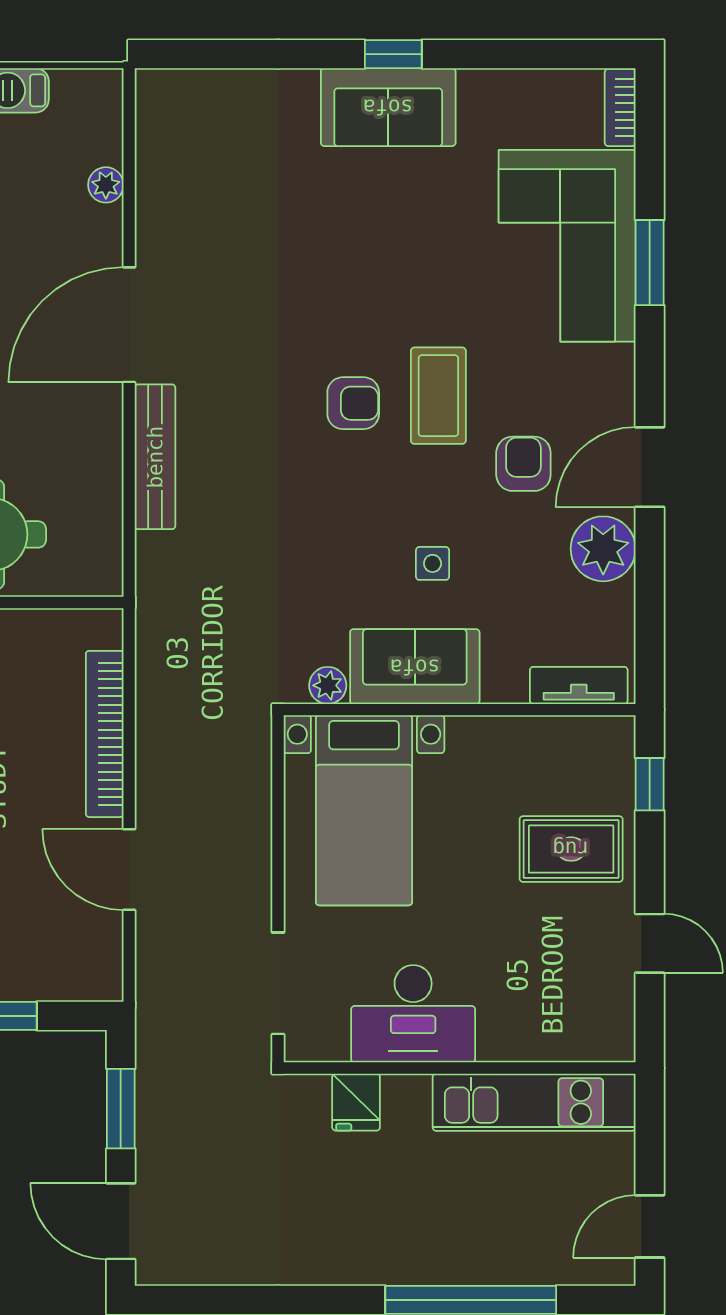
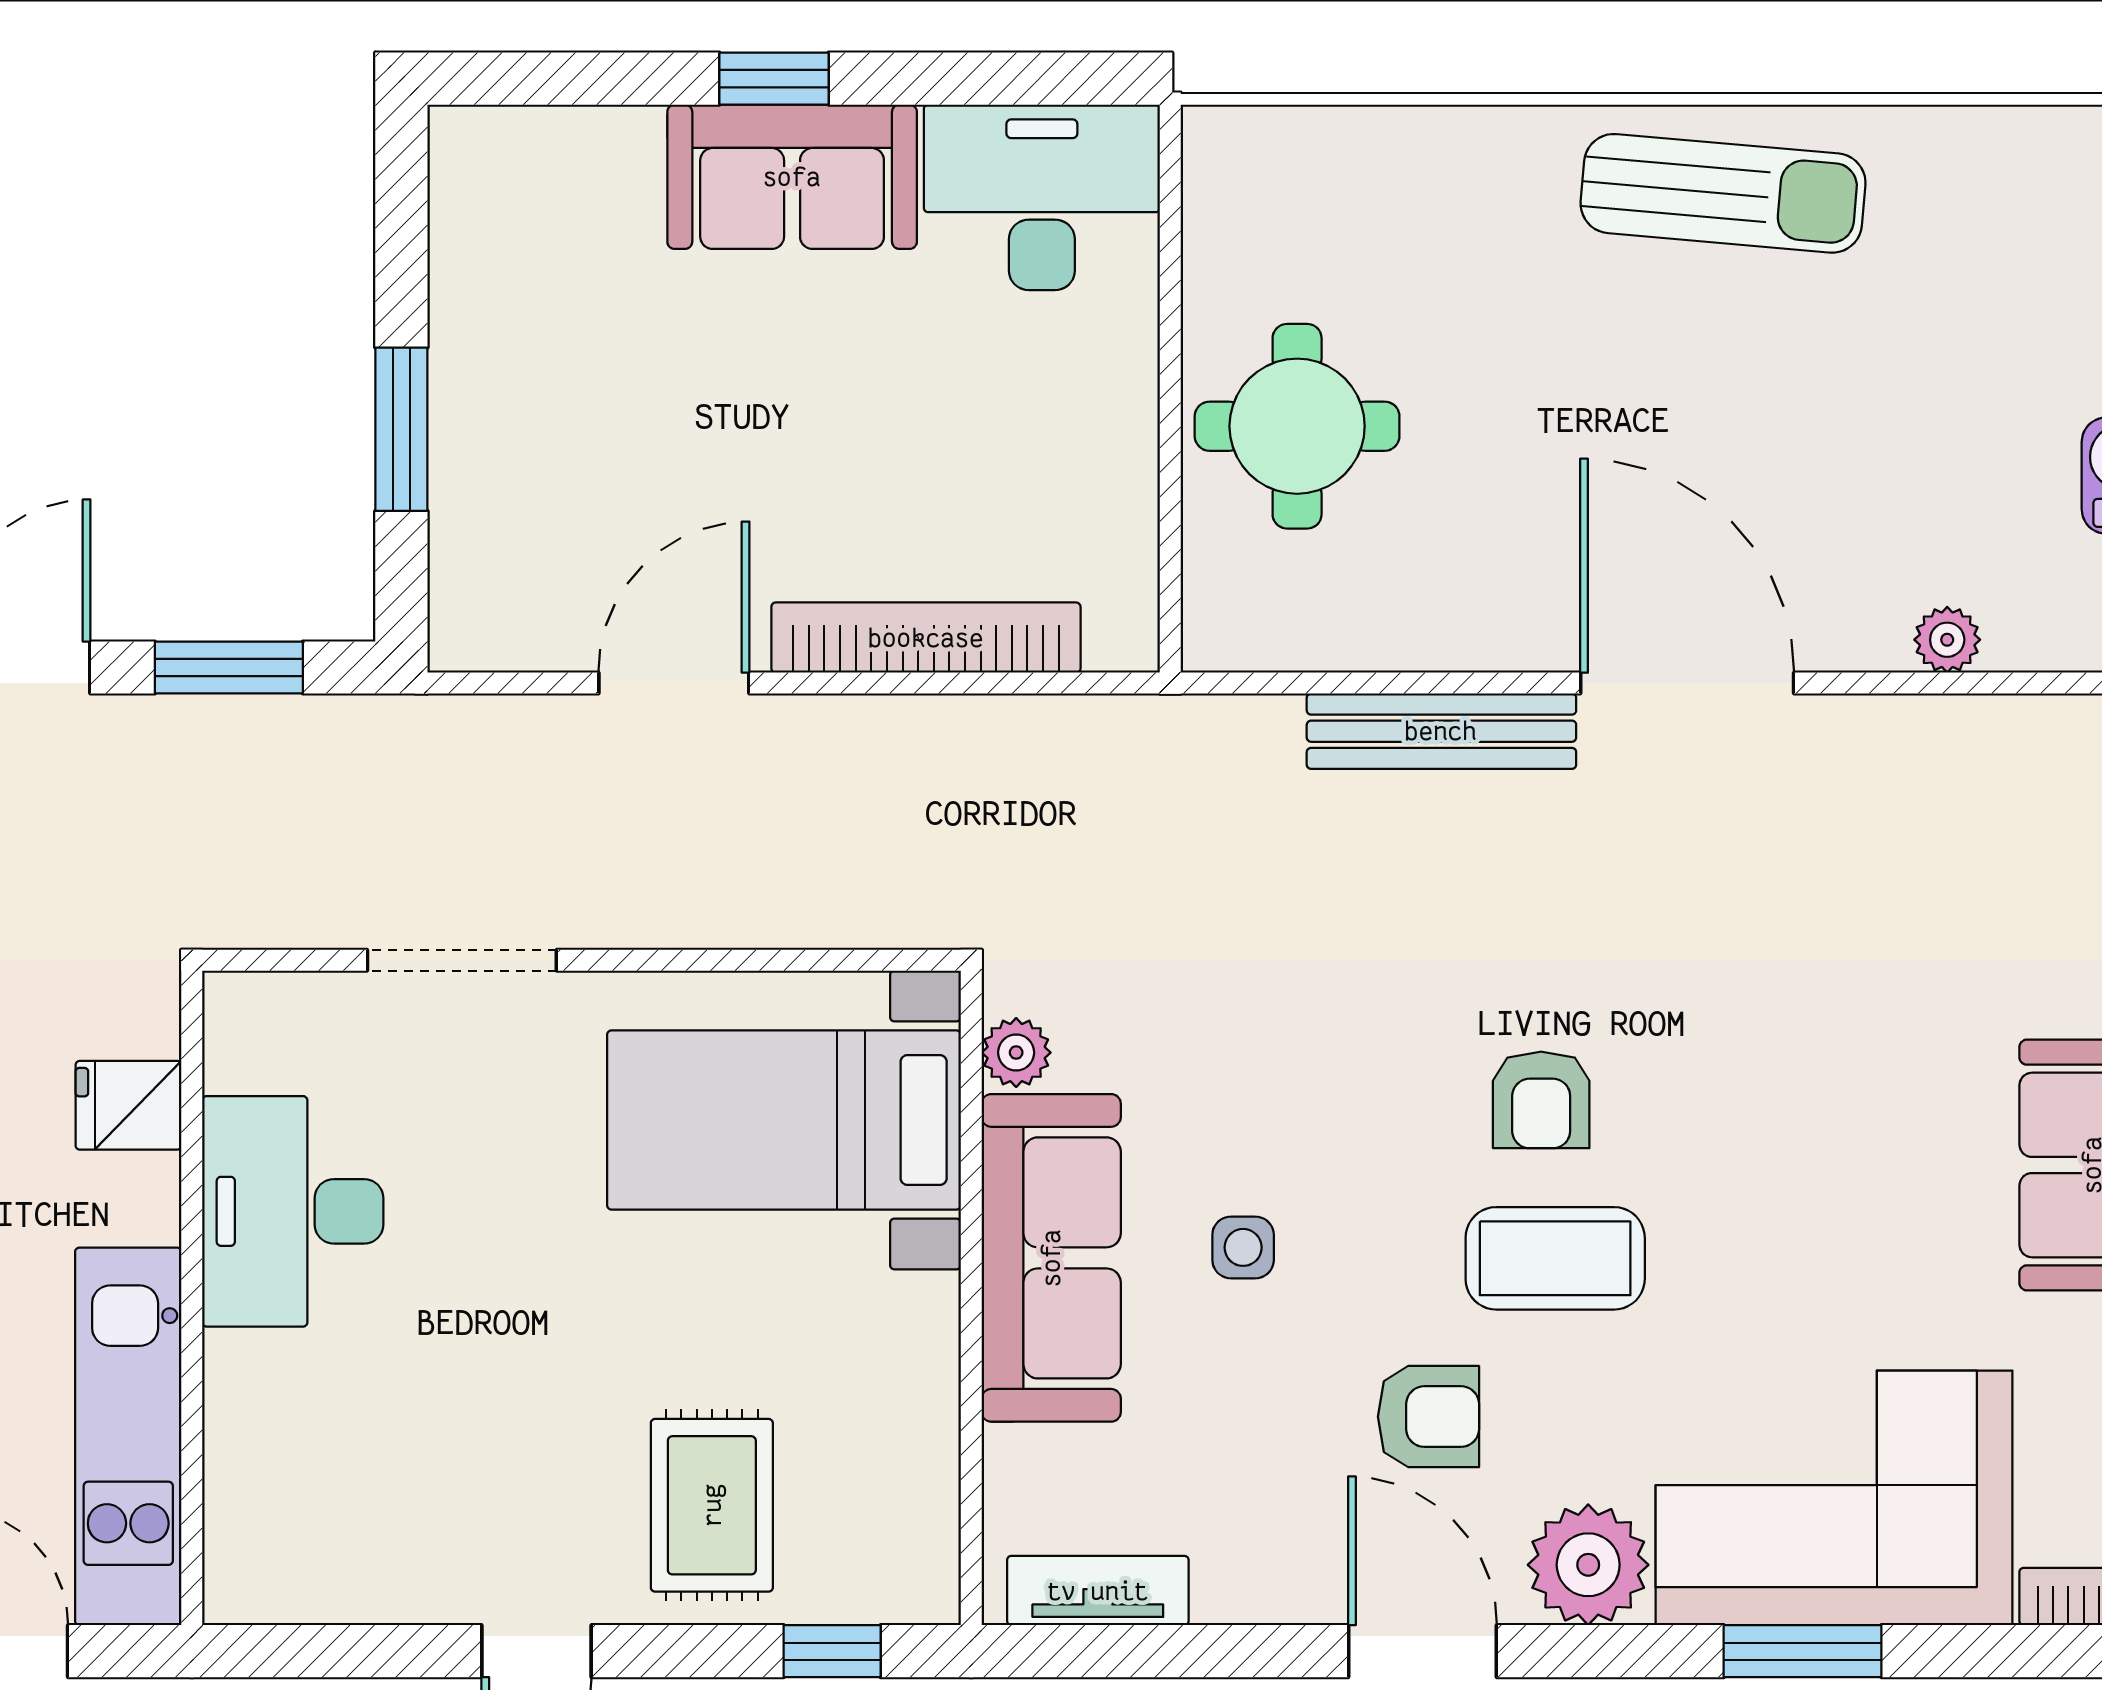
plant: (603, 549) -> (1588, 1565), moved
sofa: (415, 667) -> (1051, 1258), width x1.36
tv unit: (579, 685) -> (1098, 1591), moved, turned -90
desk: (413, 1014) -> (293, 1211), moved
wall: (460, 1068) -> (192, 1298), moved
fridge: (356, 1102) -> (128, 1105), moved
kitchen unit: (534, 1102) -> (128, 1436), moved

